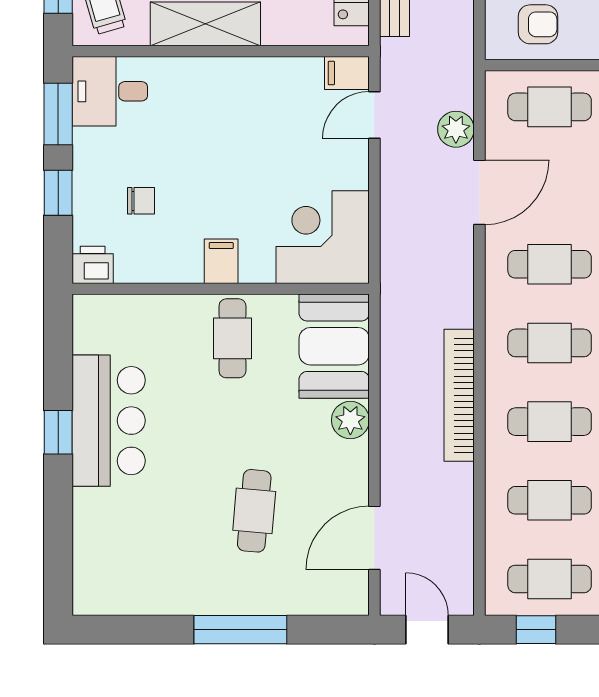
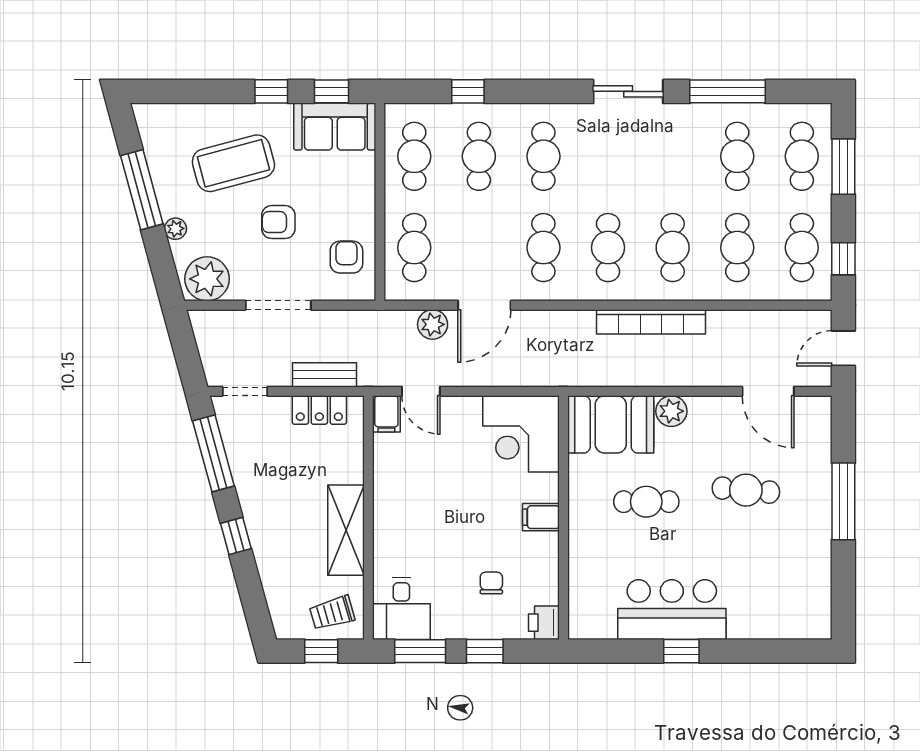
door: (479, 192) -> (484, 305), swing flipped
cafe table: (232, 338) -> (646, 502), moved

